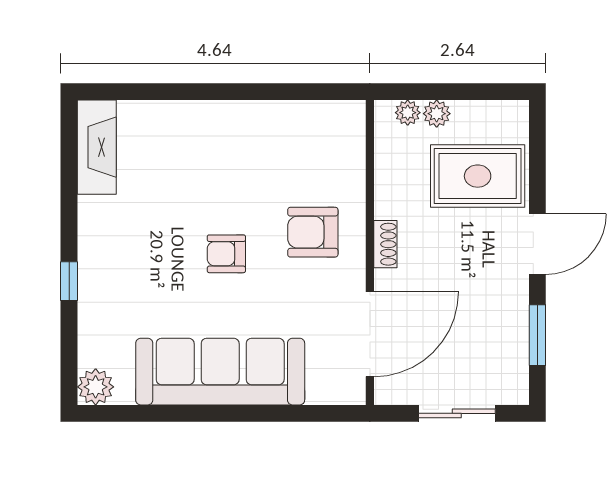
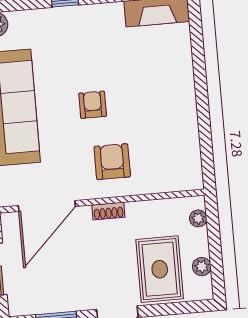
plant: (437, 114) -> (202, 267), moved
door: (370, 334) -> (47, 206), hinge flipped

